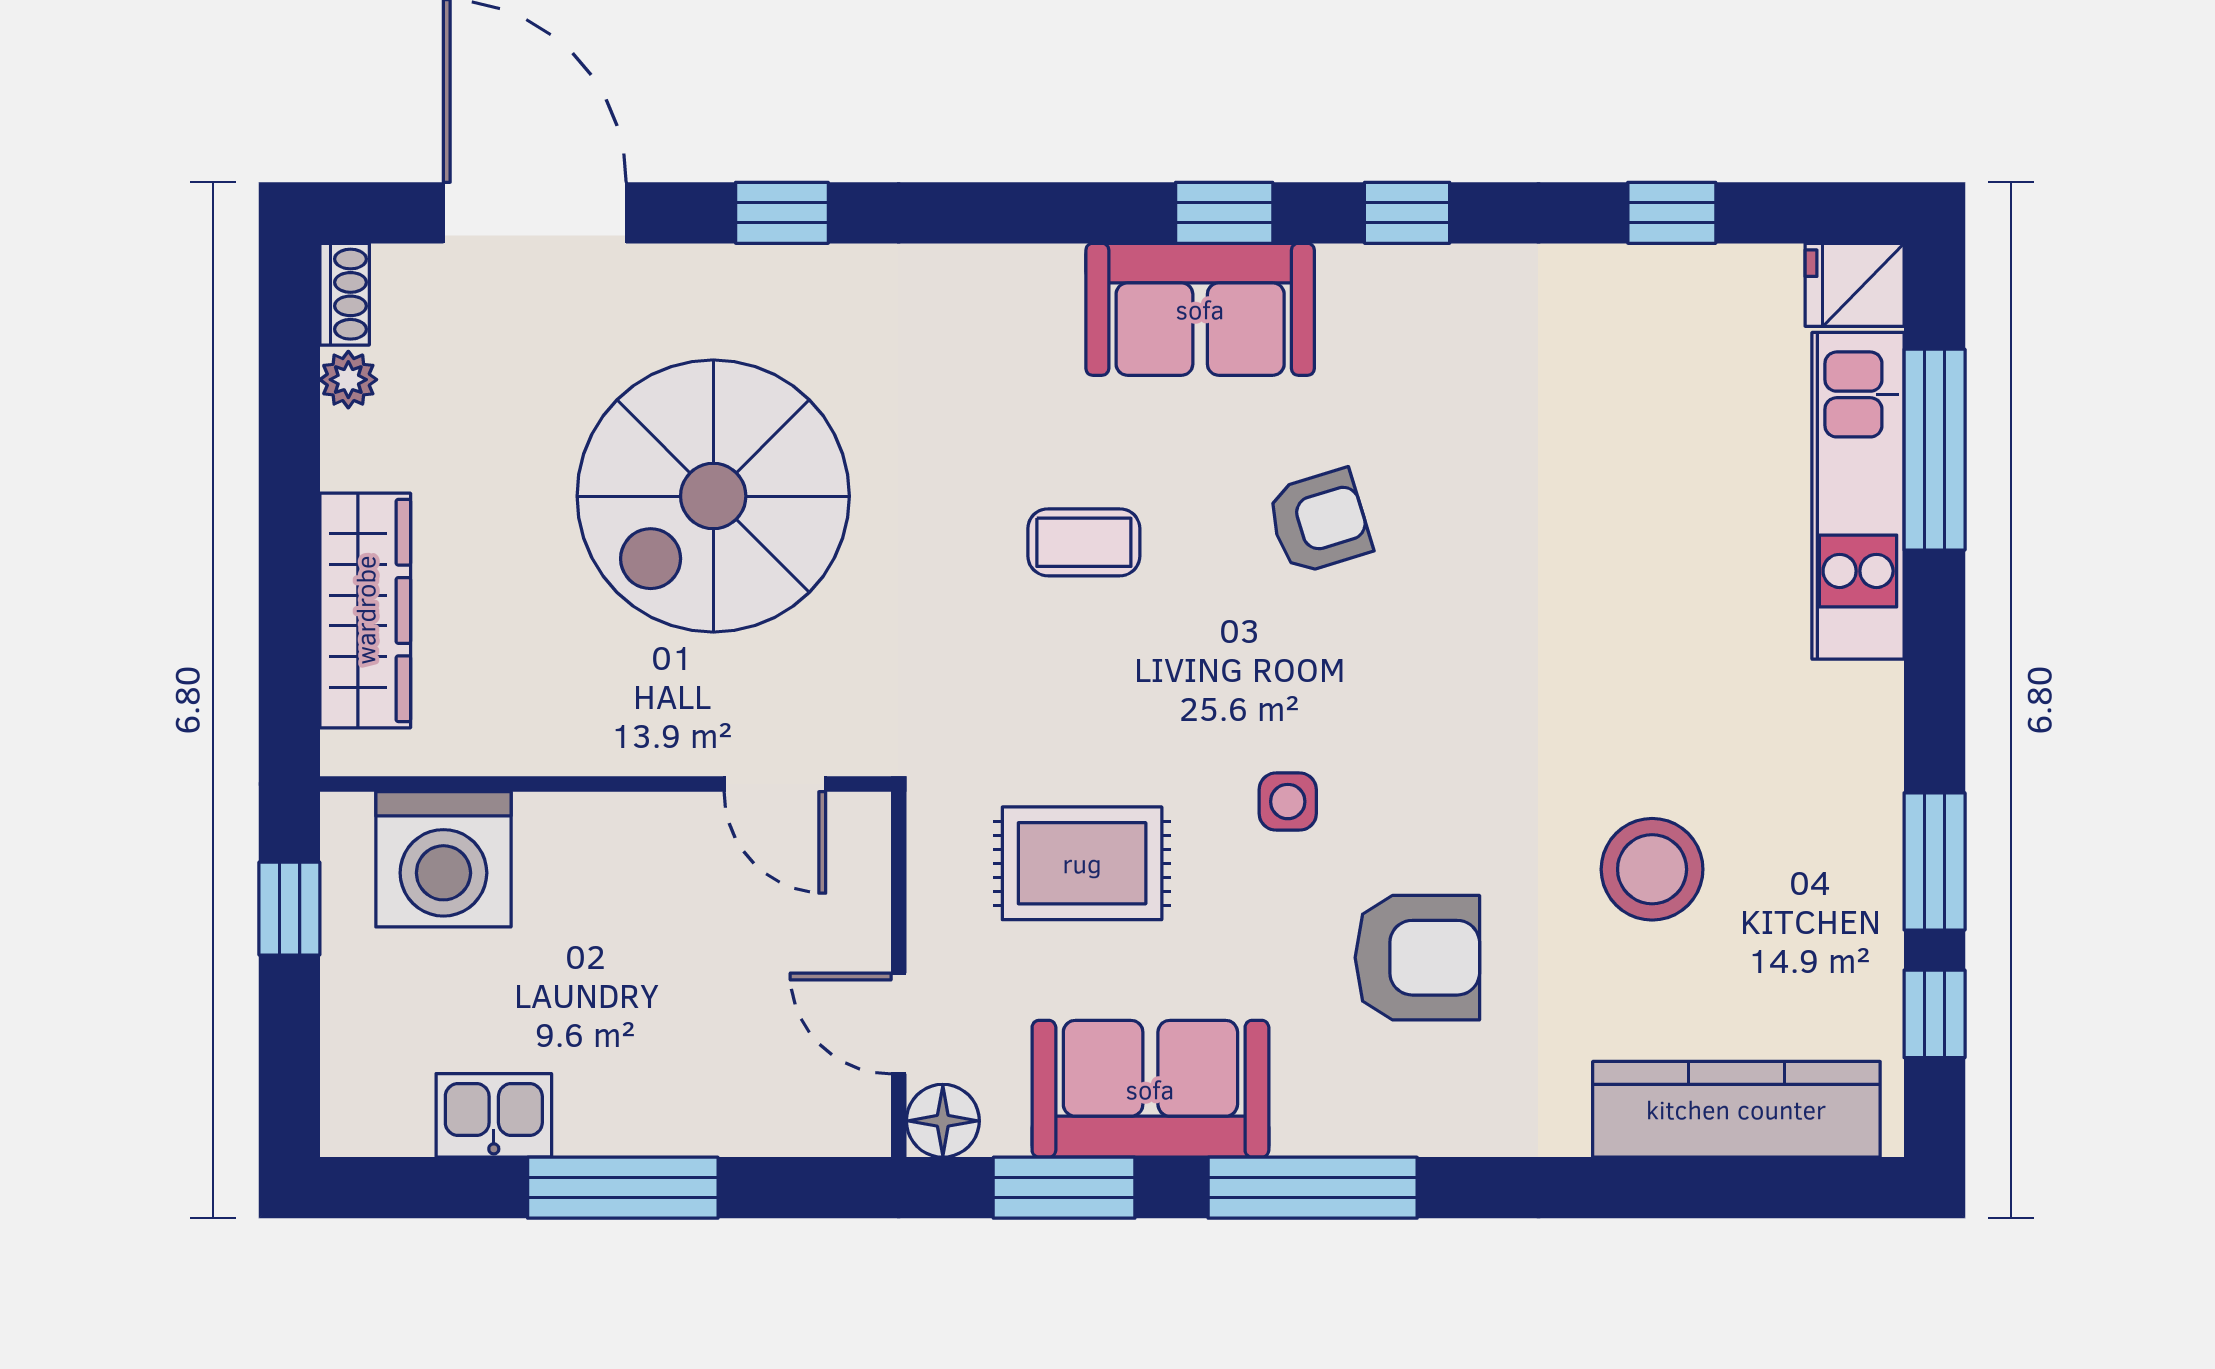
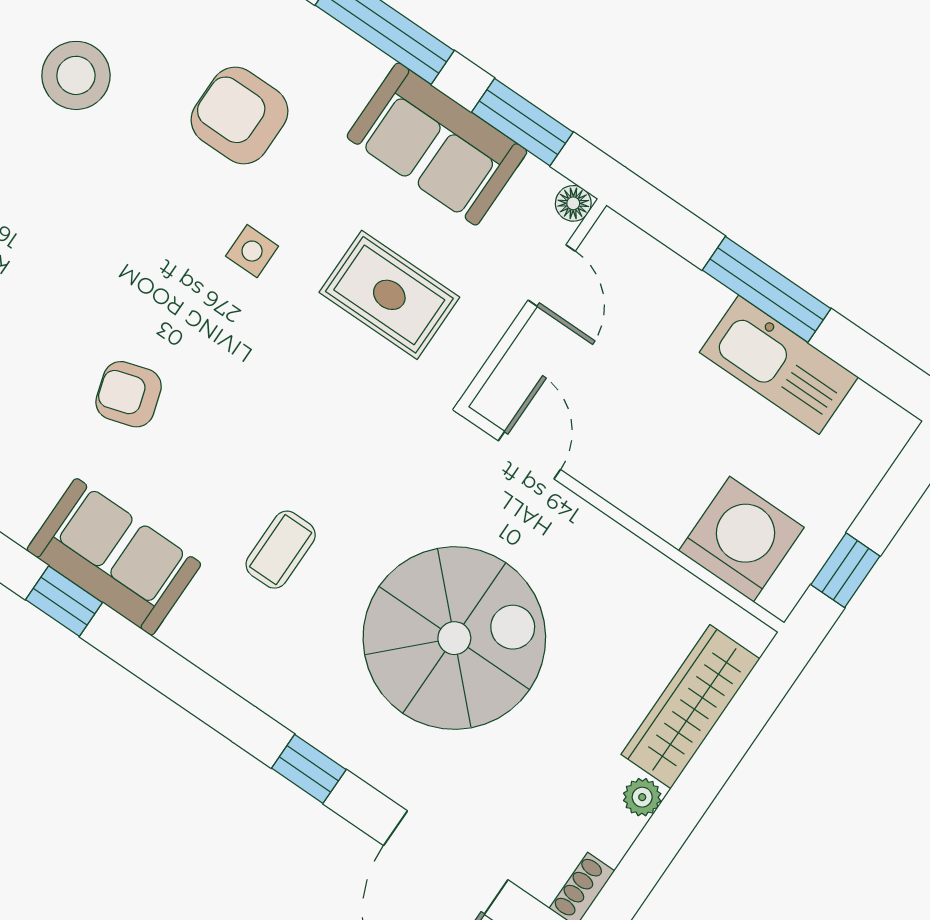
plant: (348, 380) -> (642, 797), moved
coffee table: (1084, 542) -> (281, 550), moved, turned 90
kitchen sink: (494, 1115) -> (779, 365), width x1.88, depth x1.24
floor lamp: (943, 1121) -> (573, 203), width x0.73, depth x0.73

